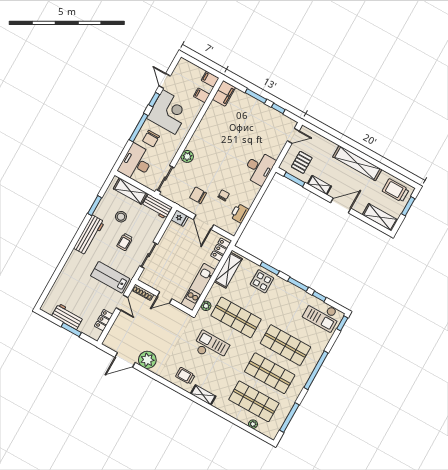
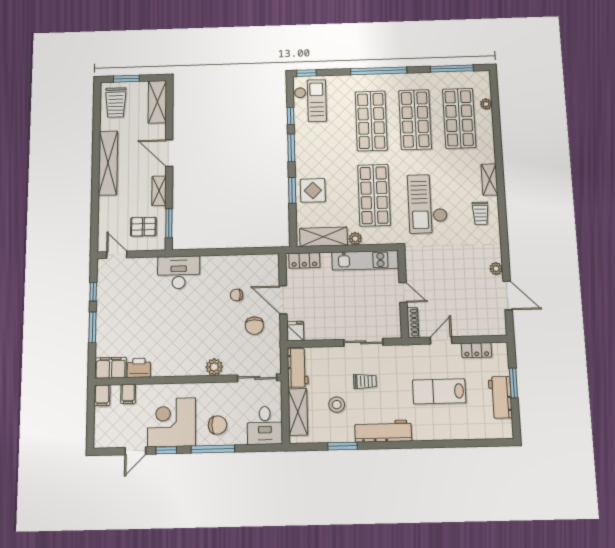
desk: (136, 163) -> (265, 425), width x0.73
printer: (240, 213) -> (139, 368), moved, turned 180
door: (204, 222) -> (283, 300), swing flipped
lab bench: (110, 277) -> (439, 391), moved, turned 90
plant: (206, 306) -> (355, 239), moved
checkout: (211, 347) -> (427, 204), width x1.36, depth x1.21
plant: (147, 360) -> (496, 269), width x0.53, depth x0.53

